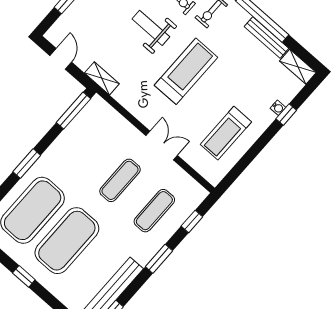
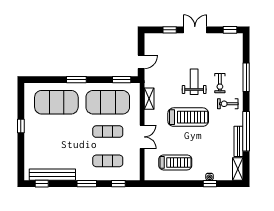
door: (61, 59) -> (141, 62), moved
shelving: (102, 78) -> (149, 99), moved
window: (73, 111) -> (122, 80), width x0.69
treadmill: (226, 133) -> (175, 162), turned 180
exercise mat: (67, 241) -> (108, 102), moved

